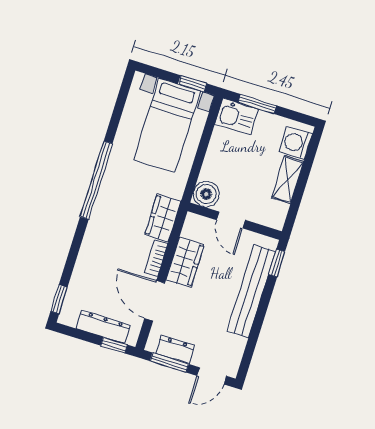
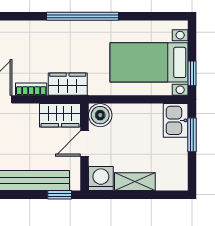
washing machine: (296, 143) -> (101, 178), moved
wardrobe: (185, 262) -> (60, 115), moved

